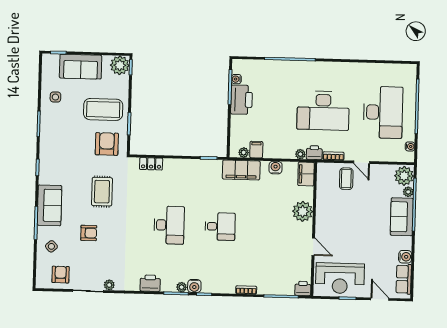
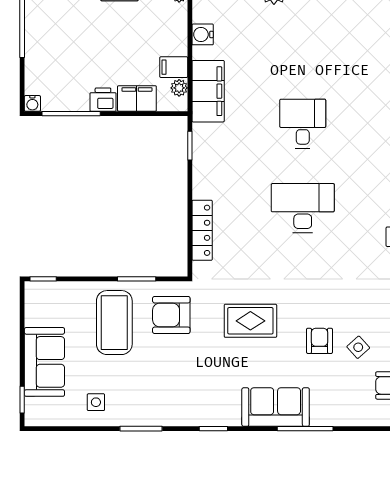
plant: (120, 65) -> (40, 297), removed
water cooler: (236, 79) -> (32, 103), moved
printer: (241, 100) -> (103, 100), width x0.53, depth x0.68
filing cabinet: (238, 127) -> (137, 98), added
locker: (151, 164) -> (202, 230), width x1.53
side table: (51, 246) -> (358, 347), moved

